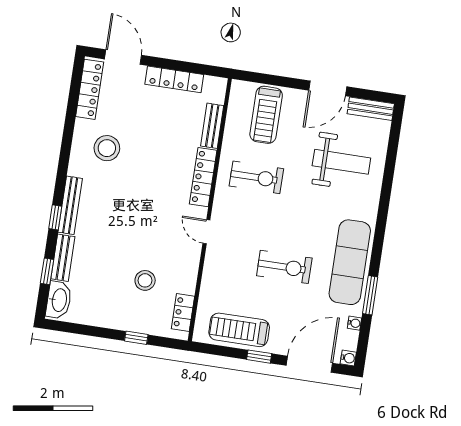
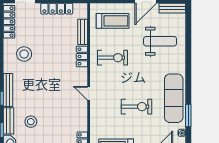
treadmill: (266, 115) -> (113, 21), turned -90
locker: (203, 177) -> (82, 56), width x0.66
stool: (145, 280) -> (31, 122), moved

